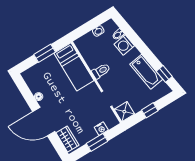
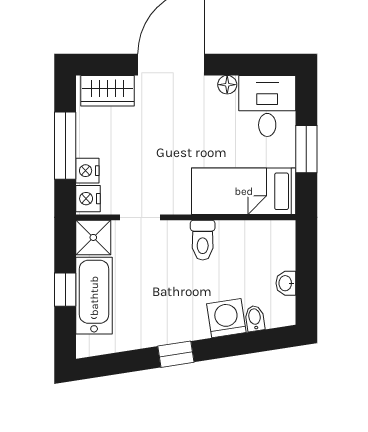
bathtub: (146, 72) -> (94, 296), moved, turned 99
window: (164, 74) -> (176, 354), moved
desk: (37, 77) -> (267, 106), added
nightstand: (111, 122) -> (88, 199), added
window: (97, 142) -> (65, 146), width x1.44

